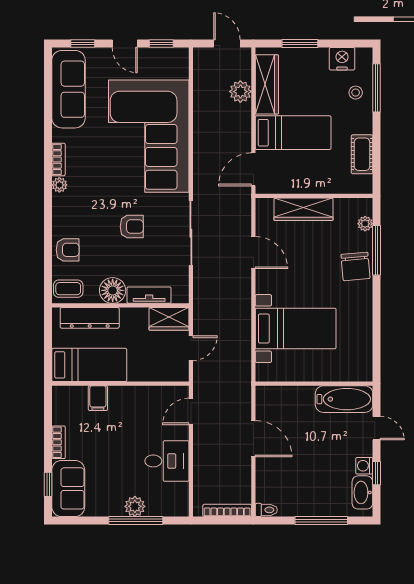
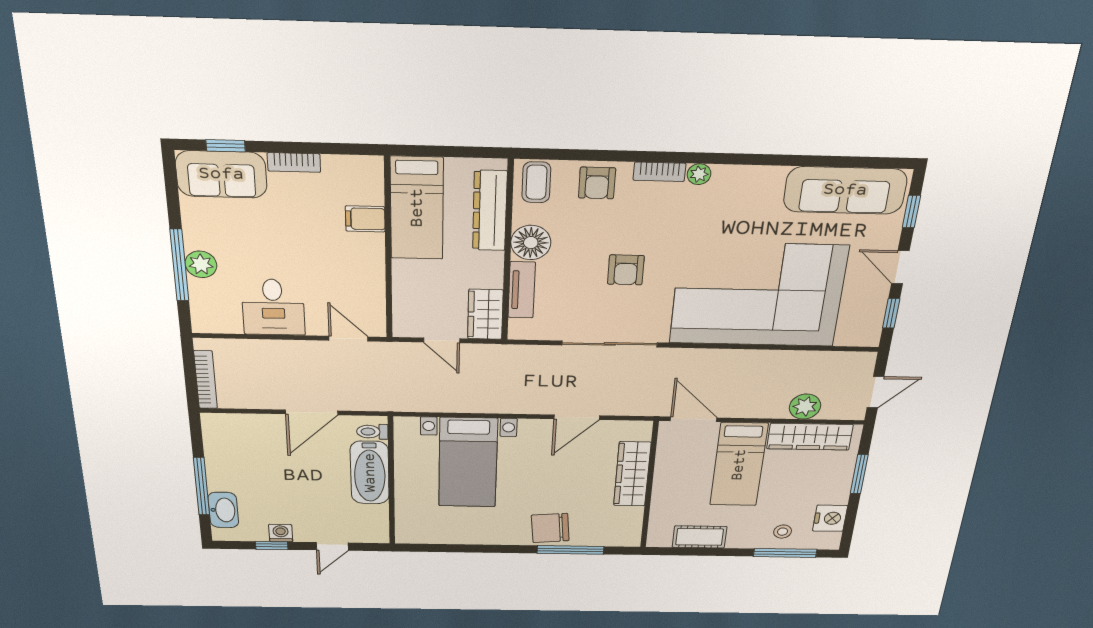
door: (125, 43) -> (900, 267), hinge flipped
bookcase: (59, 159) -> (659, 172), moved
plant: (365, 224) -> (607, 539), removed
bathtub: (344, 399) -> (370, 473), moved
washbasin: (362, 492) -> (223, 510), moved, turned 90
toilet: (266, 510) -> (372, 432), moved, turned 90

